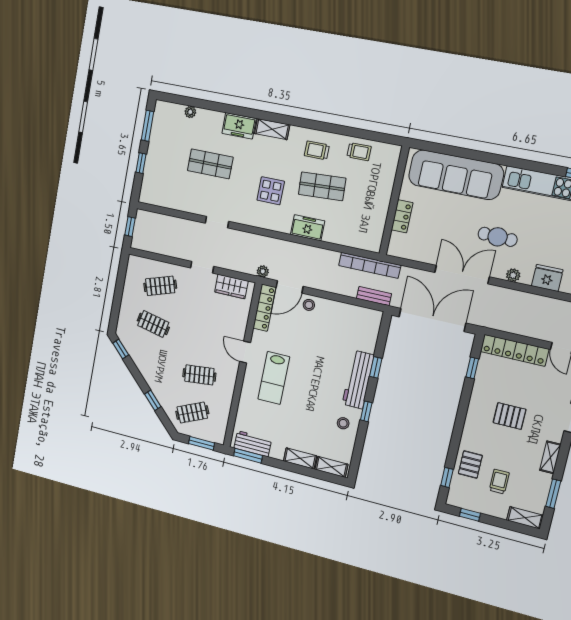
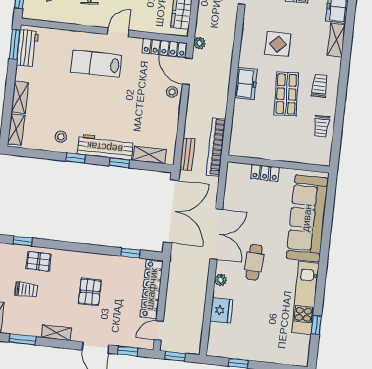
shelving: (371, 335) -> (149, 155), added

